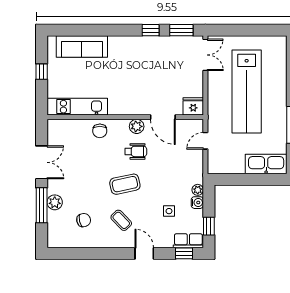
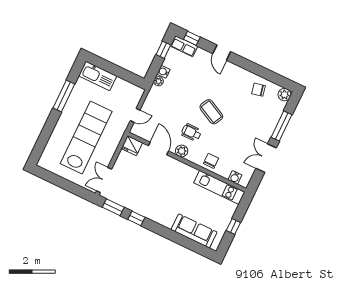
water cooler: (65, 125) -> (235, 177), added
coffee table: (125, 184) -> (211, 112), turned 39
plant: (55, 202) -> (284, 95), moved
side table: (169, 211) -> (188, 76), removed
chair: (84, 220) -> (258, 90), moved
coffee table: (121, 220) -> (227, 86), removed

